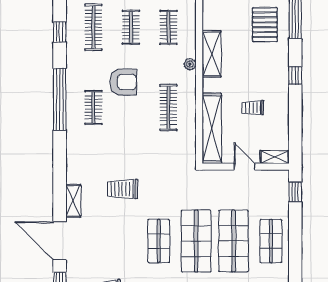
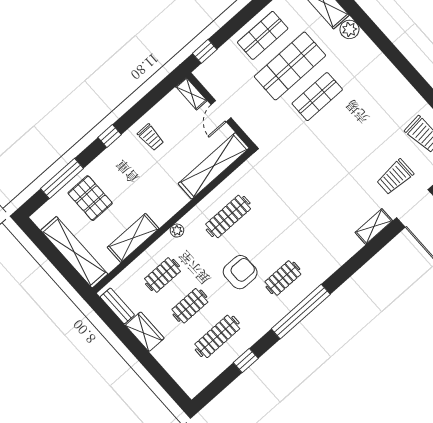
pallet: (265, 25) -> (90, 198), turned 90
shelving: (212, 54) -> (133, 238), moved
armchair: (123, 82) -> (240, 272), turned 90
trolley: (253, 108) -> (151, 137), moved
trolley: (122, 189) -> (395, 177), moved, turned 90
shop shelf: (159, 241) -> (344, 127), removed
shop shelf: (196, 241) -> (317, 97), width x0.70, depth x0.74

